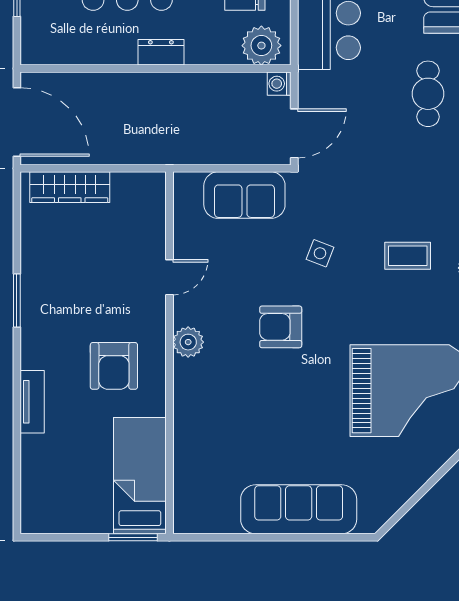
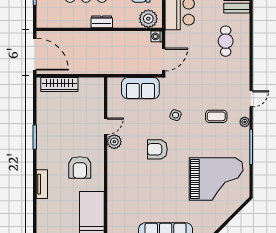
plant: (188, 342) -> (114, 142), moved

